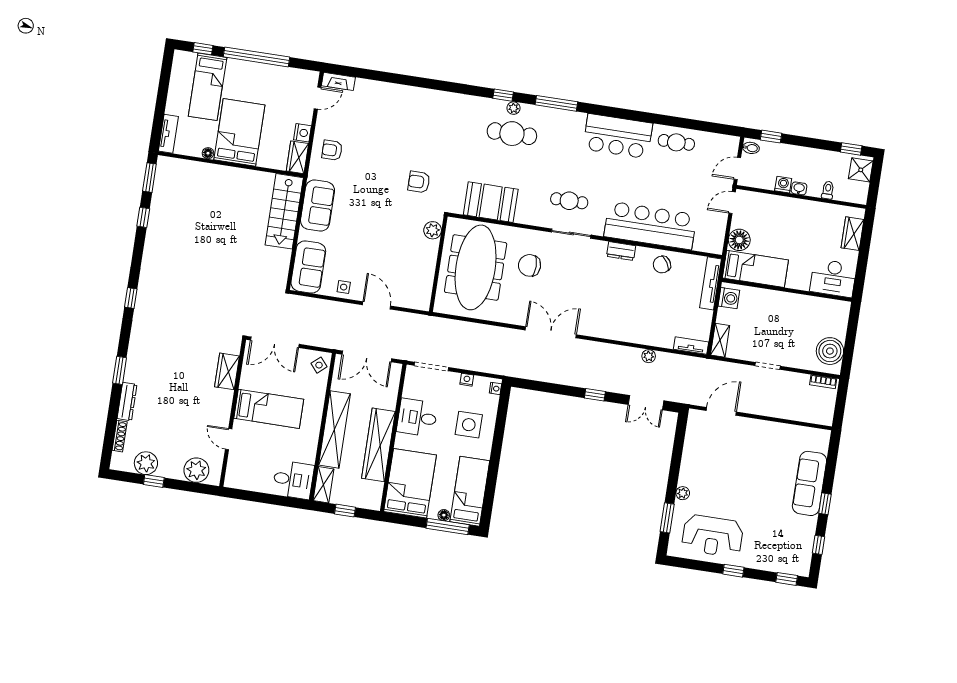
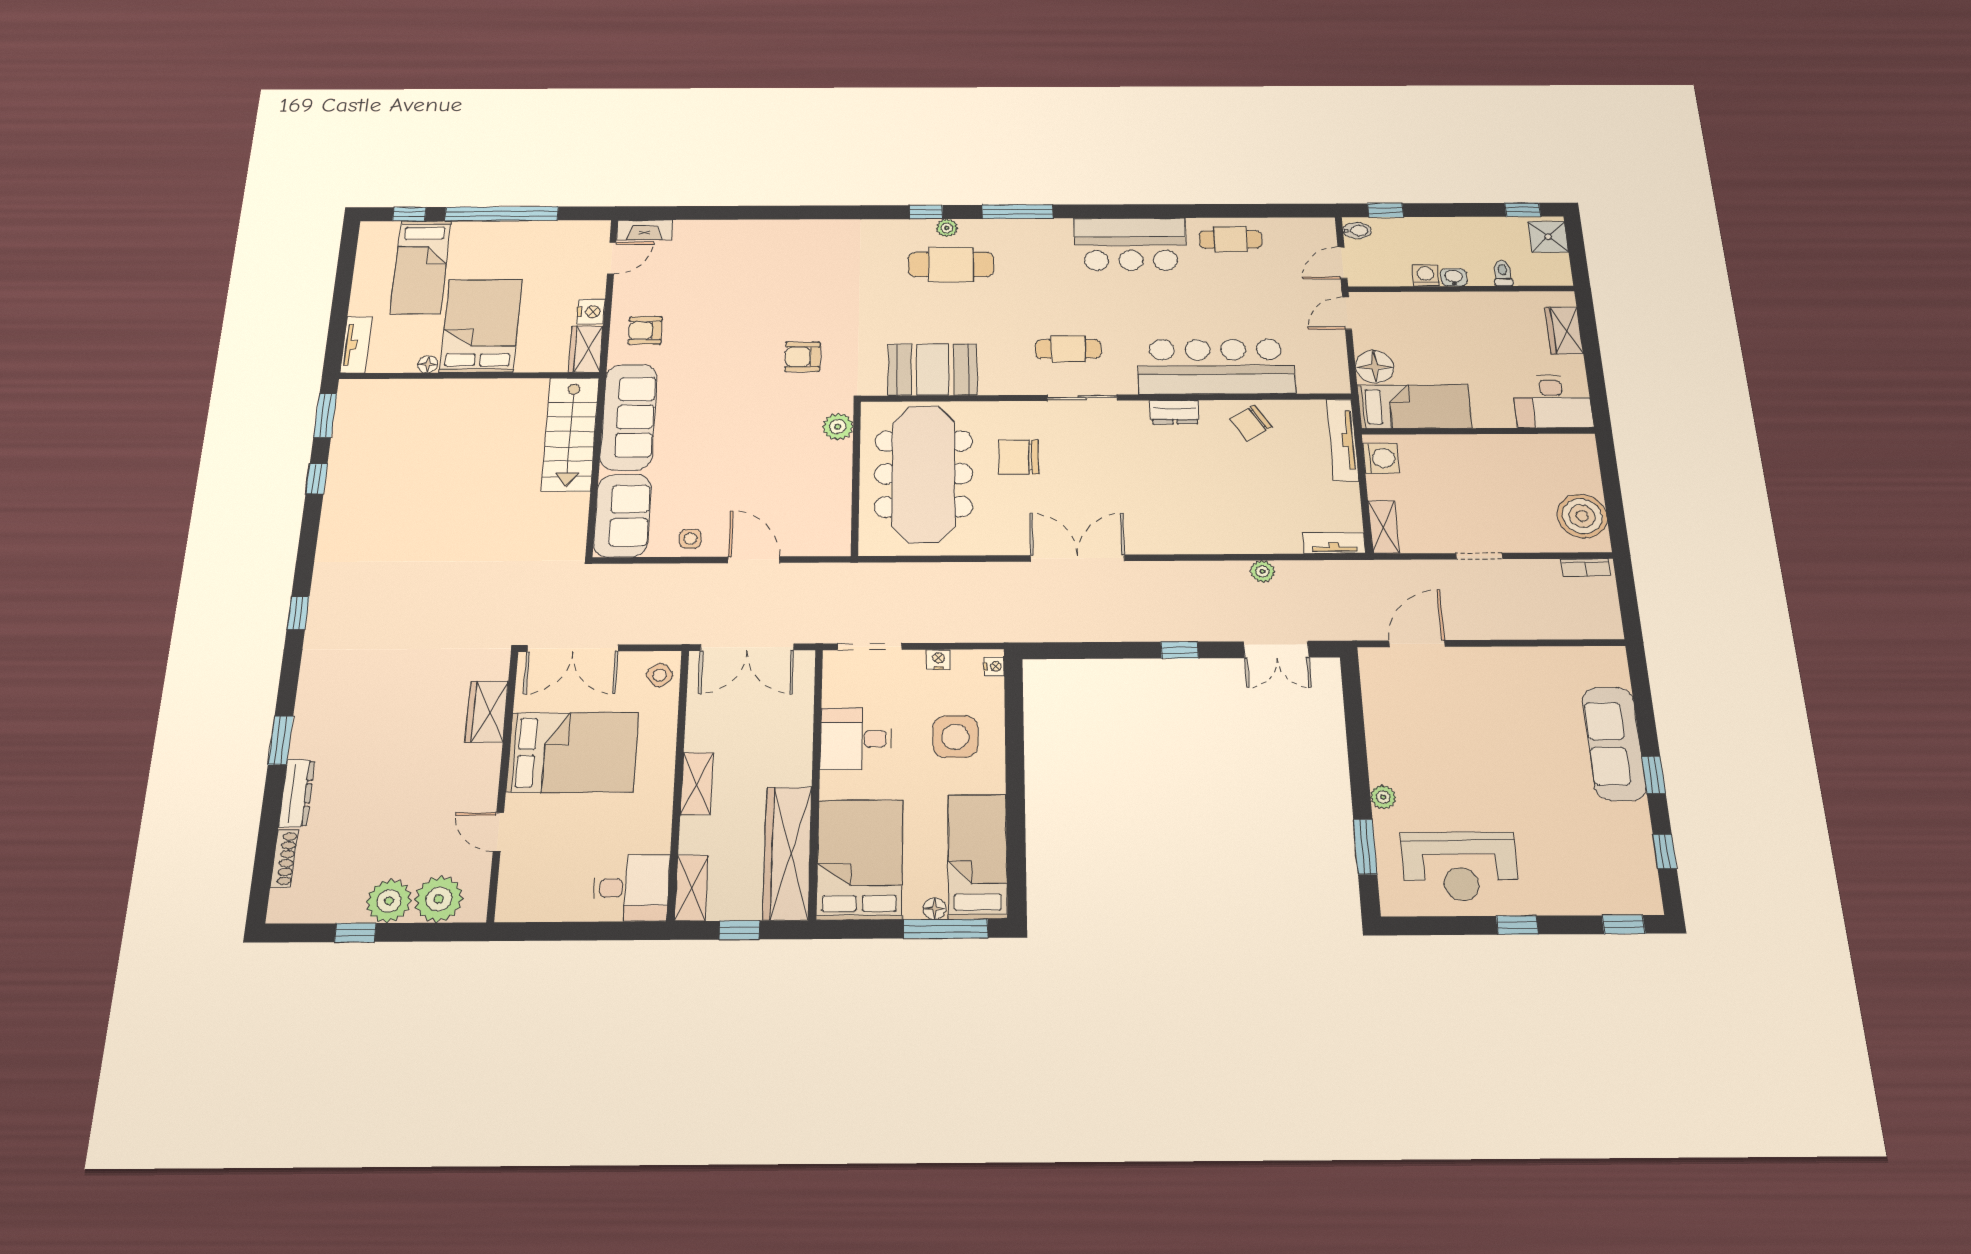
sofa: (318, 206) -> (629, 417), width x1.36
bed: (269, 409) -> (573, 752), width x1.50
shelving: (335, 429) -> (697, 783), width x0.45, depth x0.75
wardrobe: (378, 445) -> (788, 853), moved
plant: (146, 463) -> (389, 901), moved

